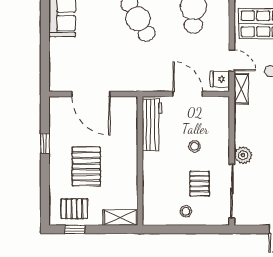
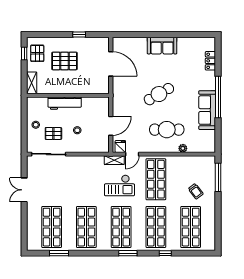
door: (91, 94) -> (111, 64), swing flipped
workbench: (152, 125) -> (65, 103), moved
plant: (243, 155) -> (72, 161), removed

